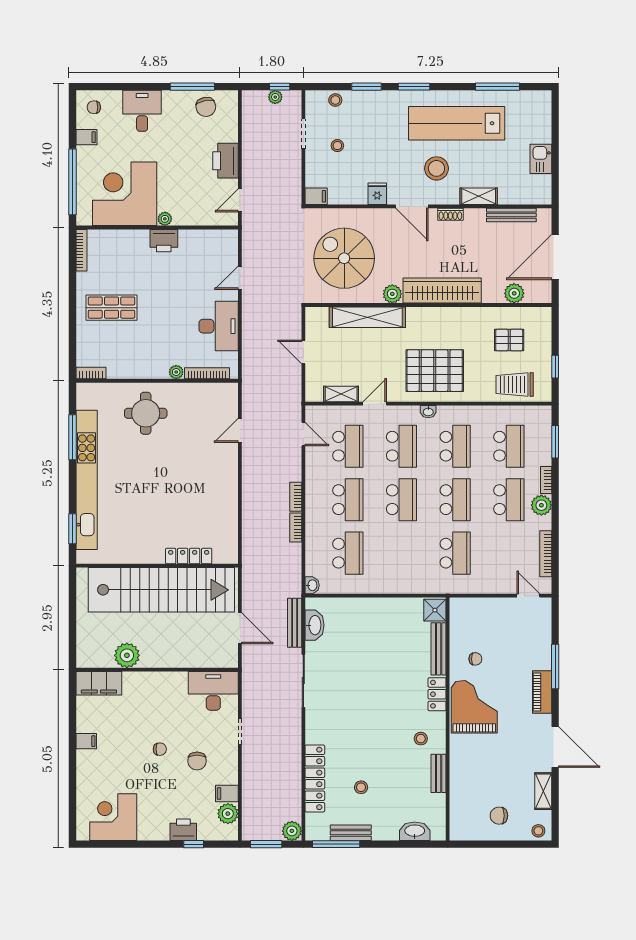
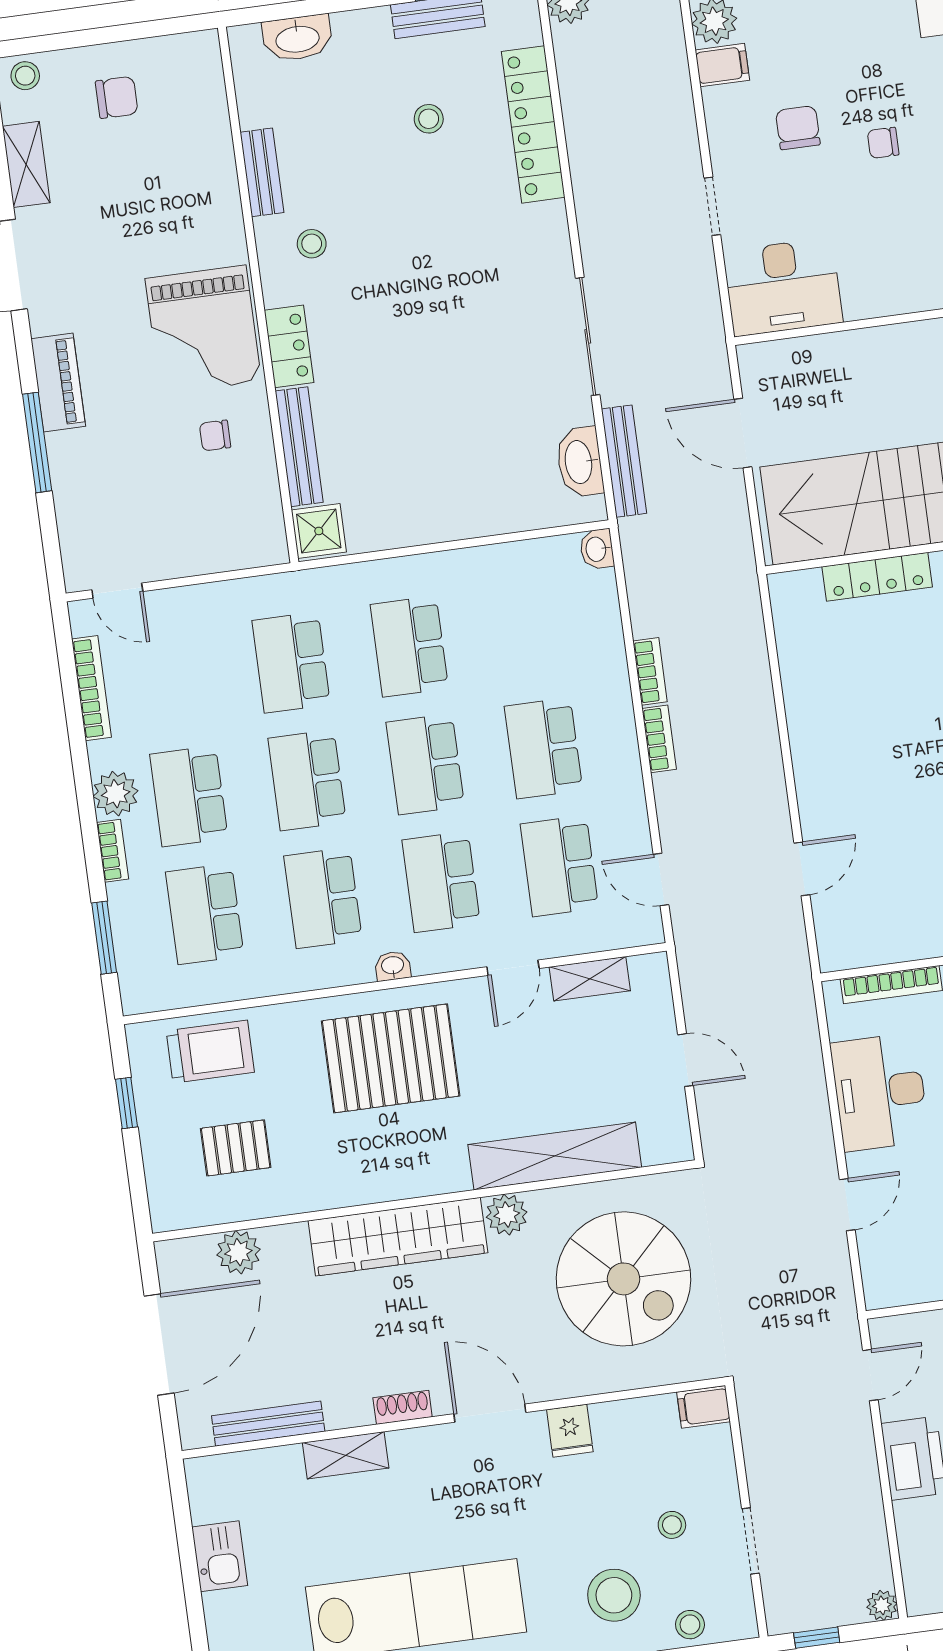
plant: (275, 97) -> (882, 1605), moved
stool: (436, 168) -> (614, 1595), moved
school desk: (348, 553) -> (409, 646), moved

